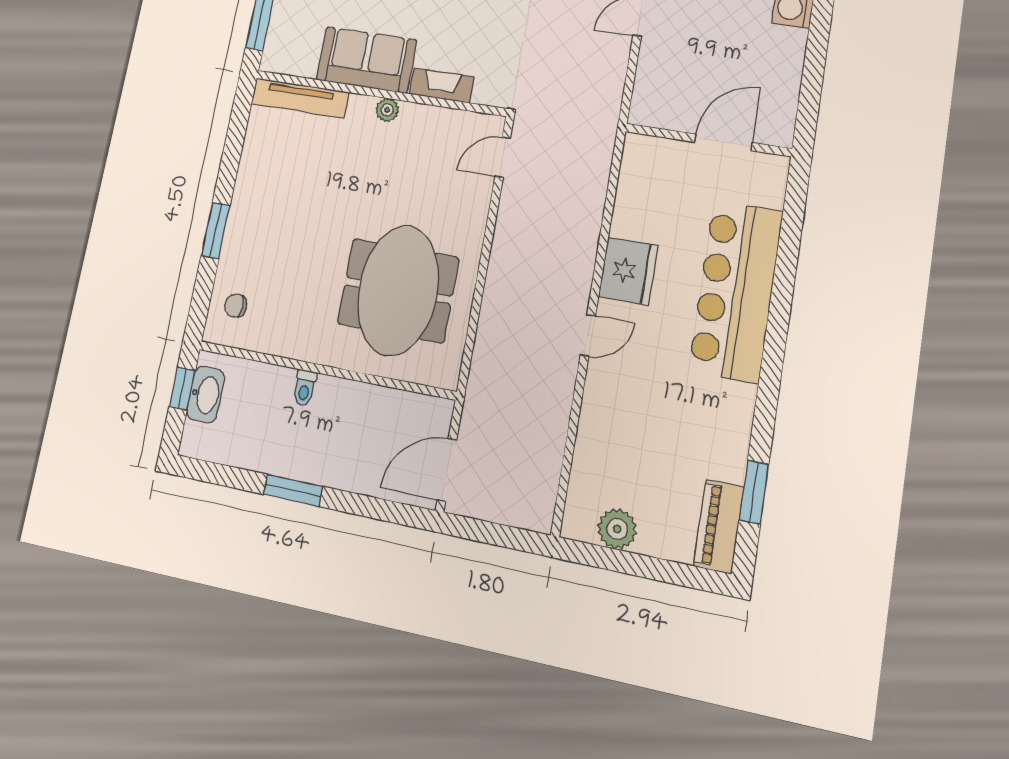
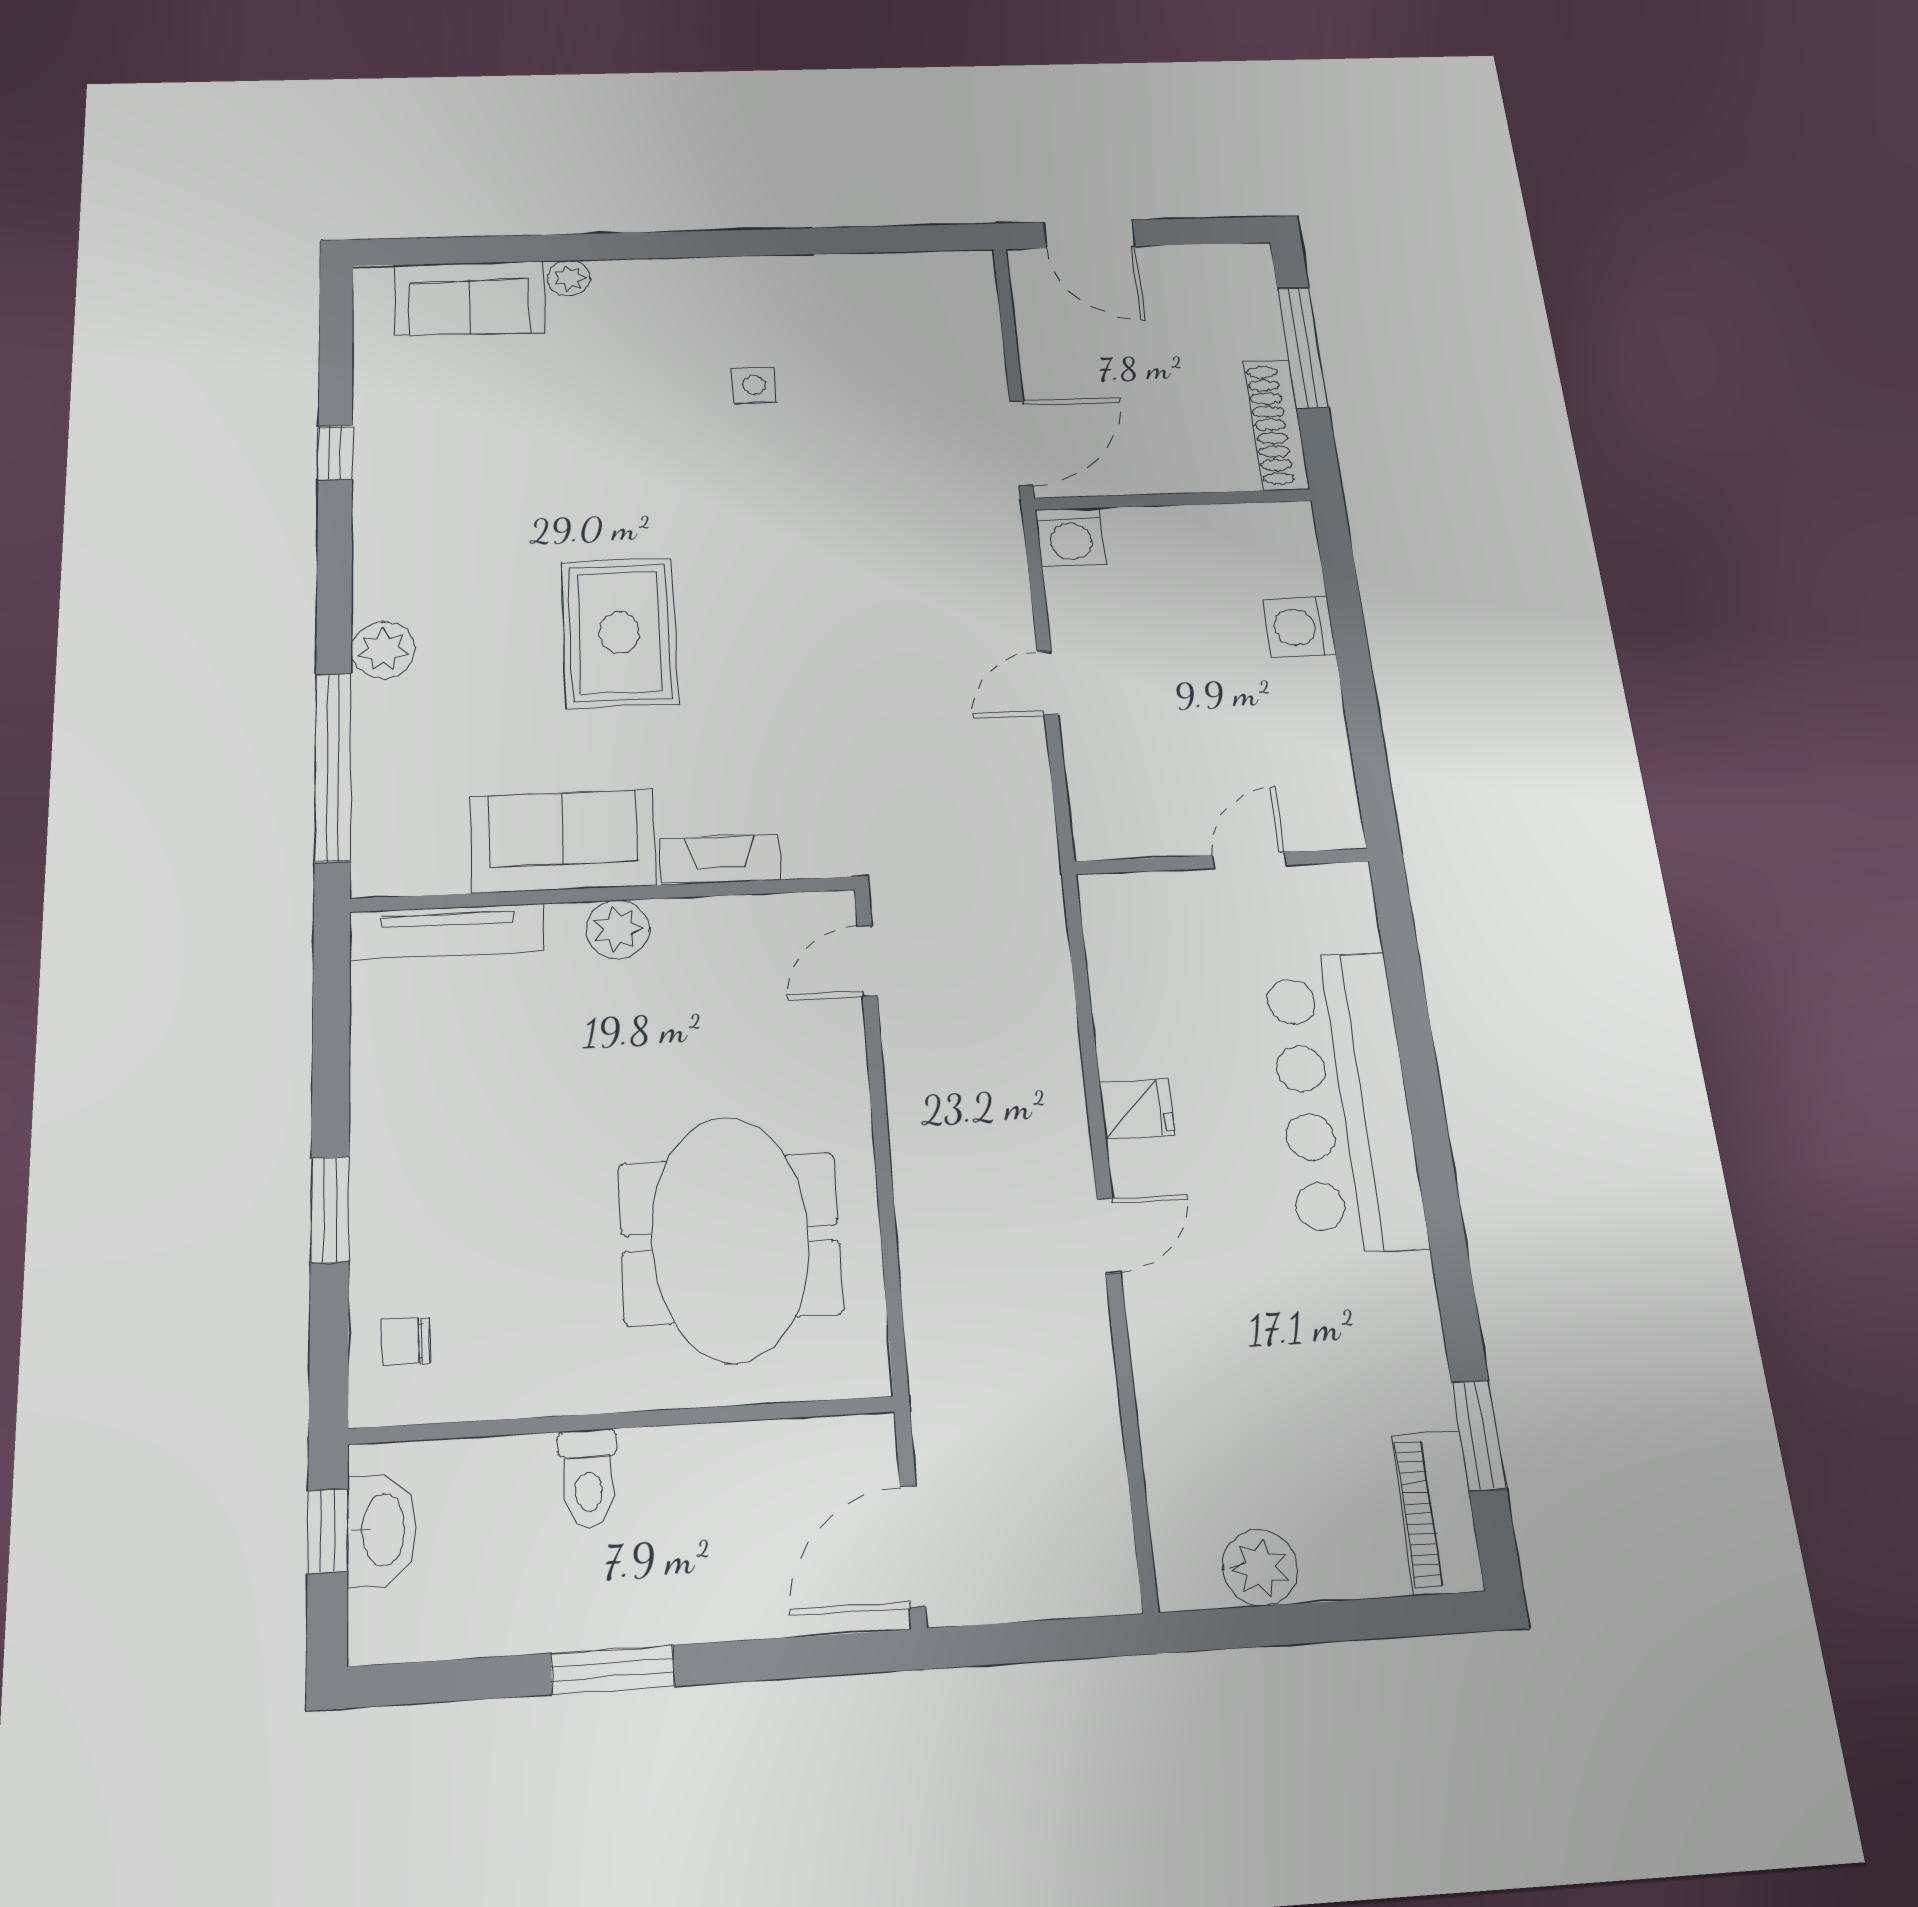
plant: (387, 110) -> (618, 929), width x1.38, depth x1.38
door: (723, 142) -> (1250, 860), width x0.73
fridge: (628, 271) -> (1137, 1109), width x0.53, depth x0.75
toilet: (305, 388) -> (588, 1478), width x1.37, depth x1.39

